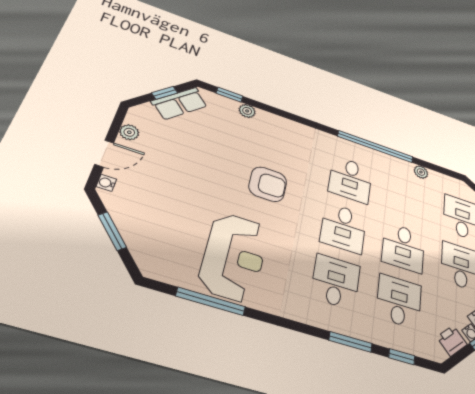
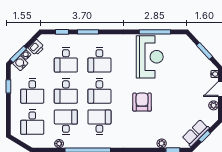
armchair: (268, 184) -> (142, 102), turned 90
desk: (407, 199) -> (66, 122), added
desk: (343, 228) -> (99, 91), turned 180
desk: (403, 248) -> (66, 91), turned 180
reception desk: (234, 257) -> (150, 57), turned 180

